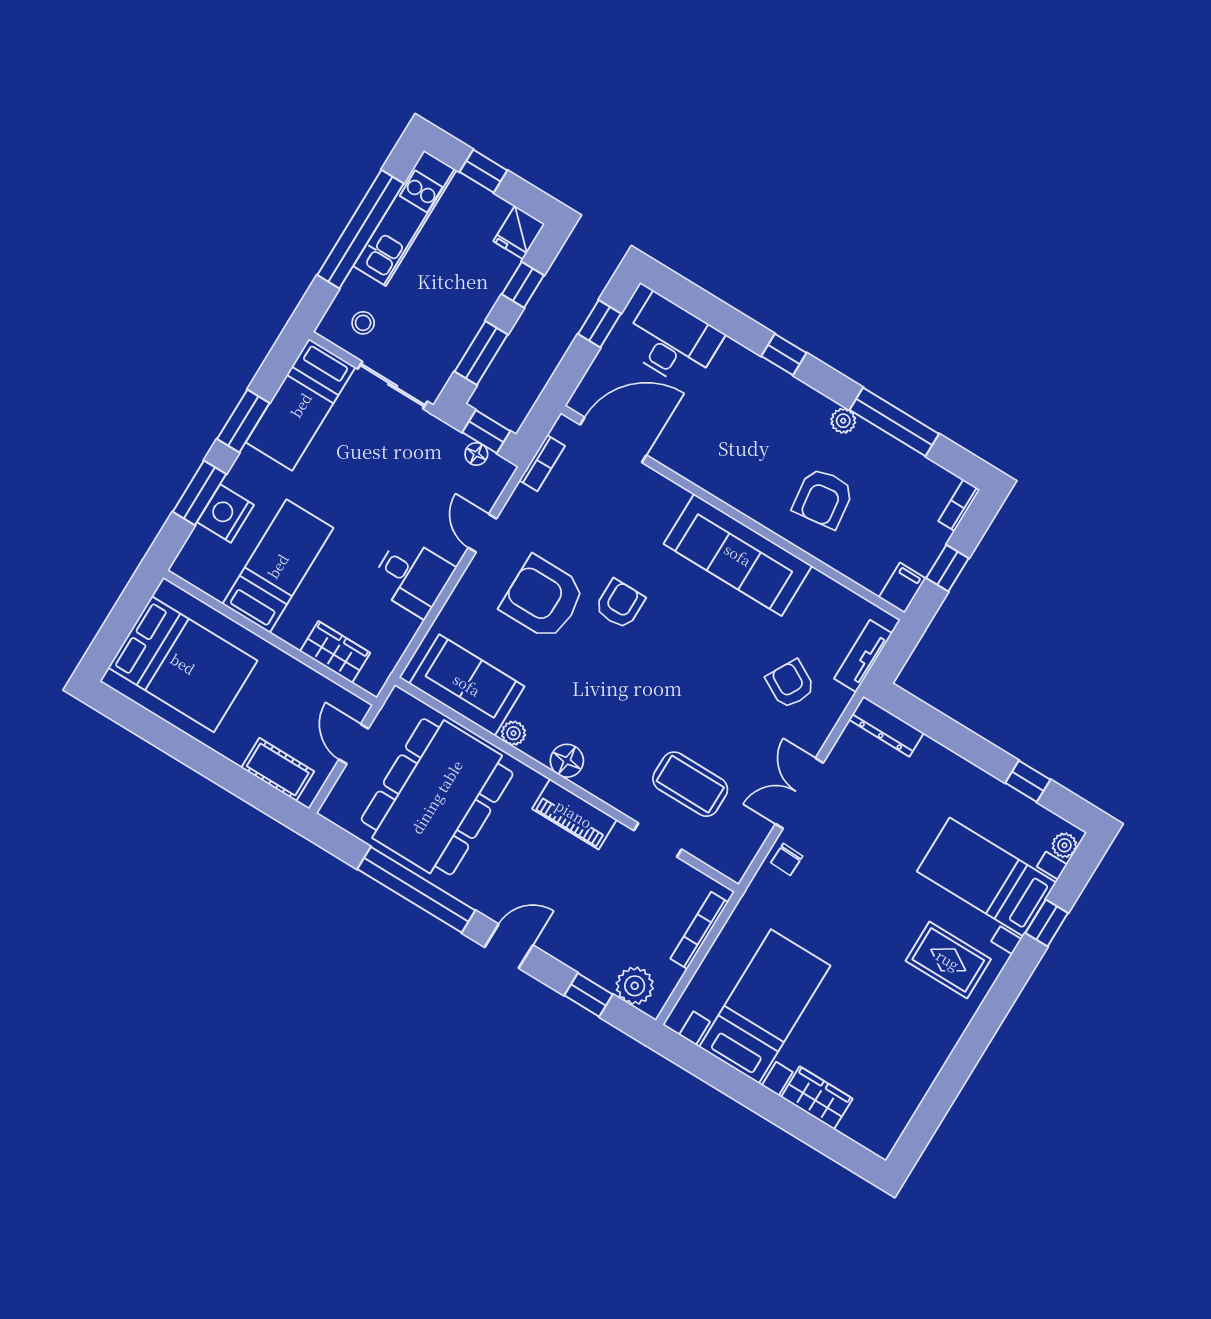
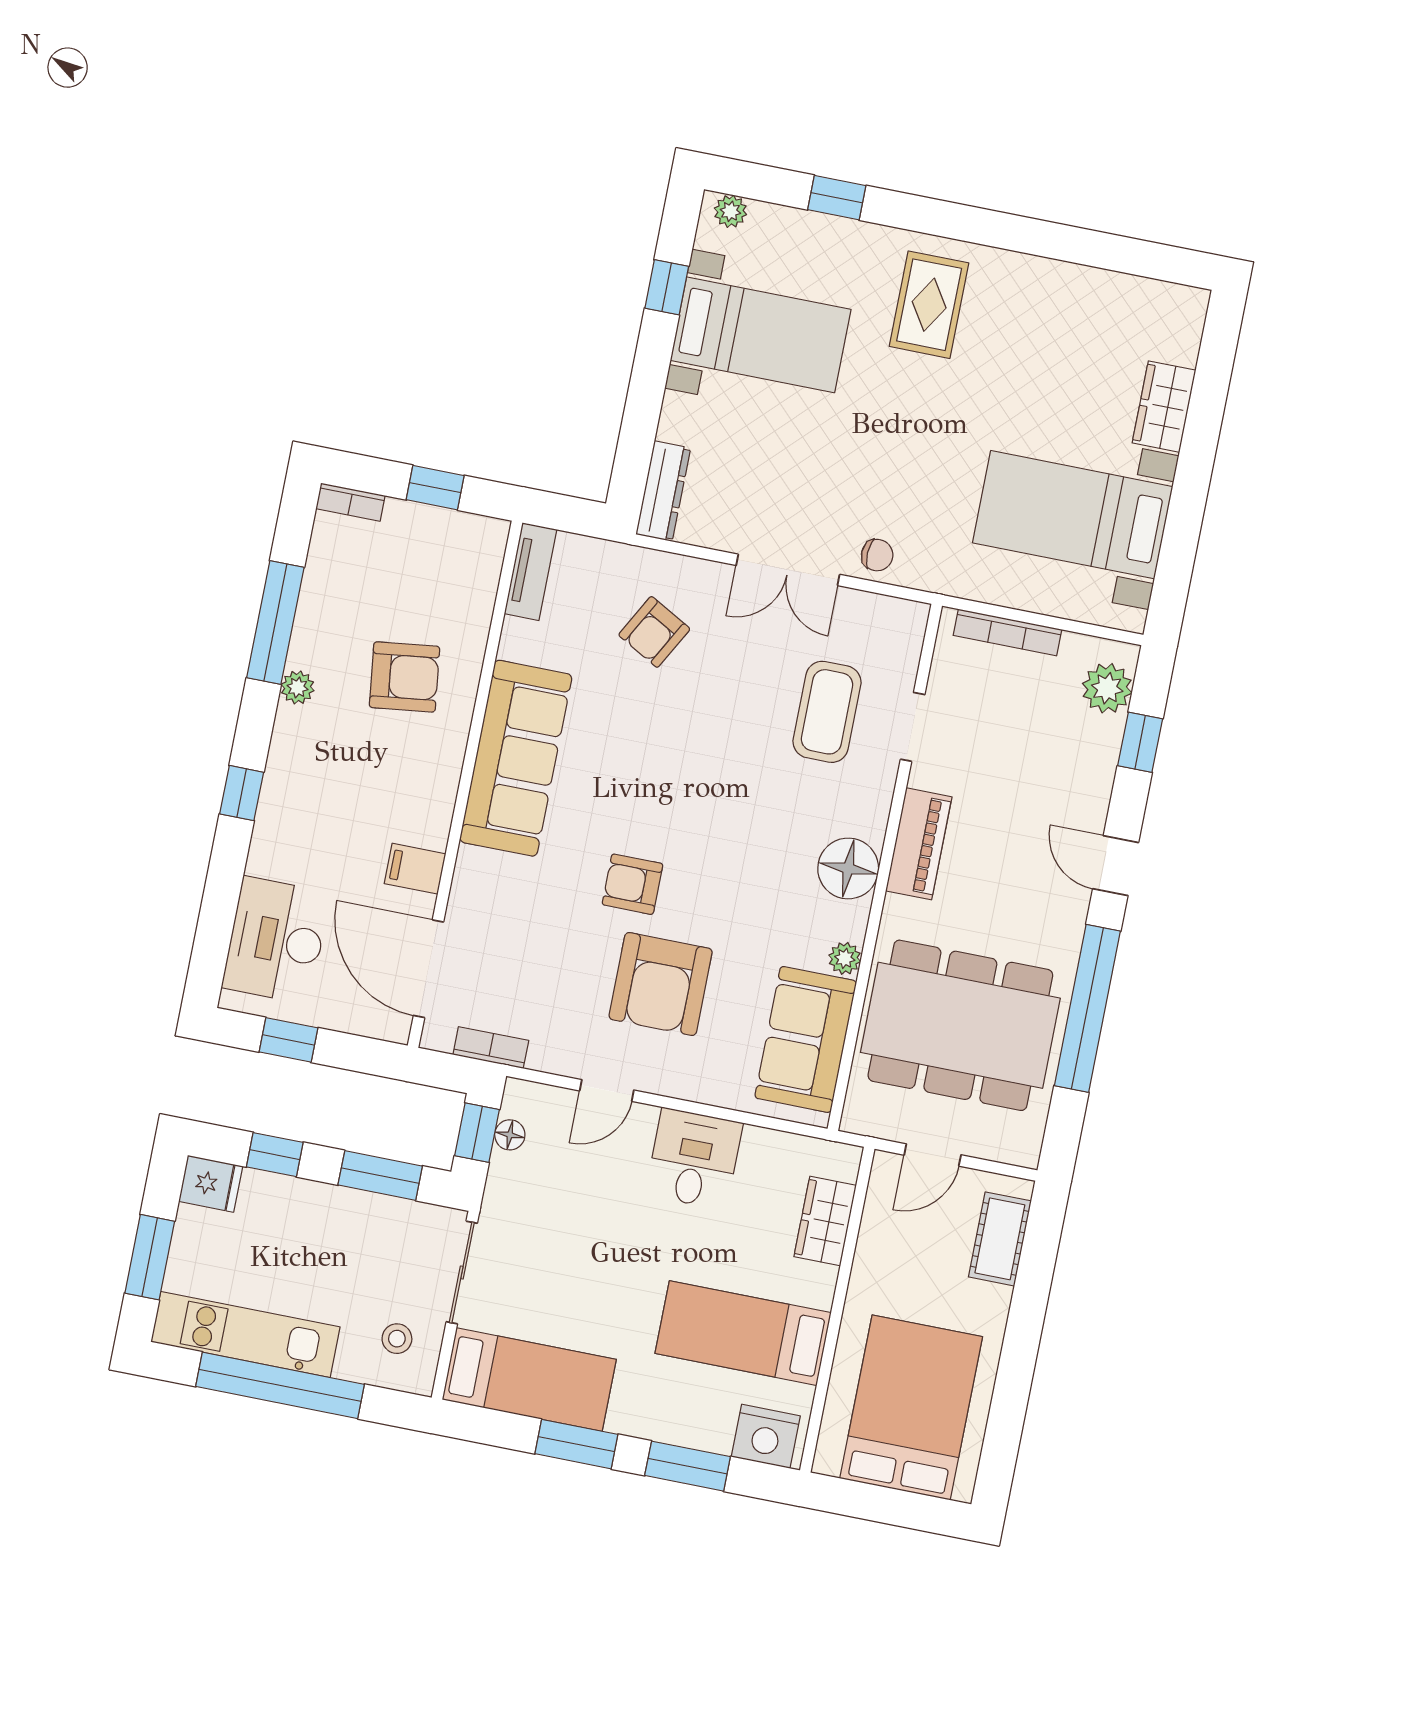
window: (483, 171) -> (150, 1257), width x1.50
nightstand: (226, 513) -> (766, 1436), moved
filing cabinet: (902, 588) -> (415, 869), moved
tv unit: (863, 656) -> (531, 572), moved, turned -90
floor lamp: (567, 761) -> (848, 868), width x1.38, depth x1.38
bed with nightstands: (986, 877) -> (761, 335), moved, turned -90

